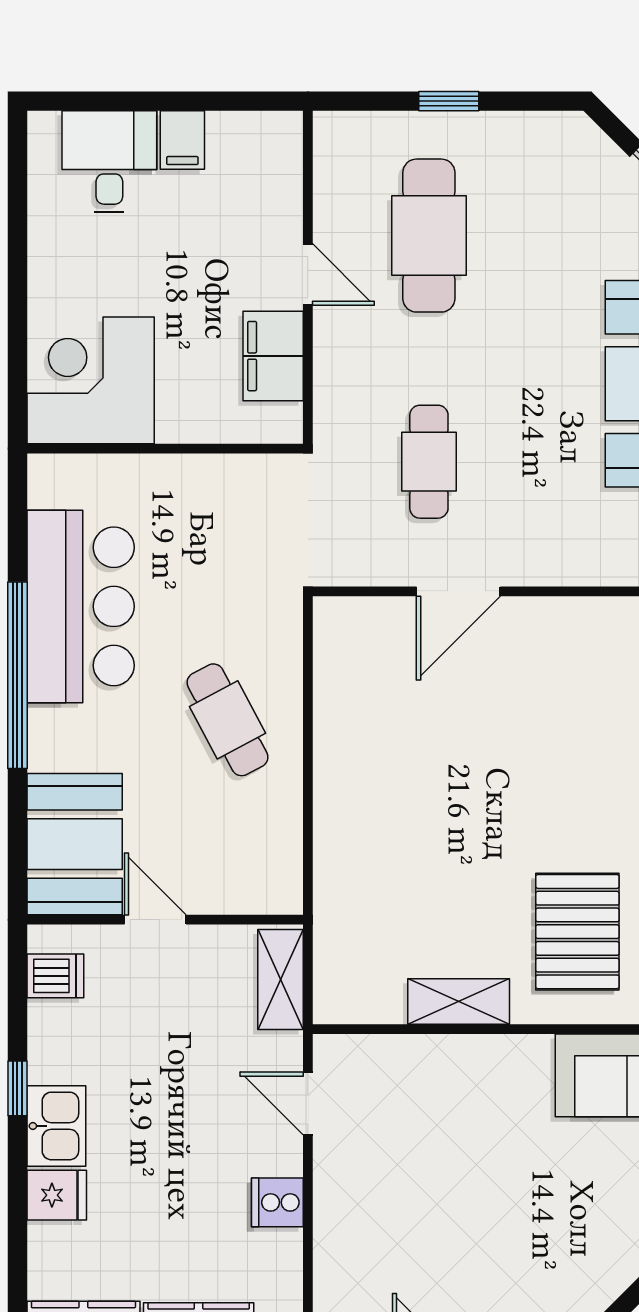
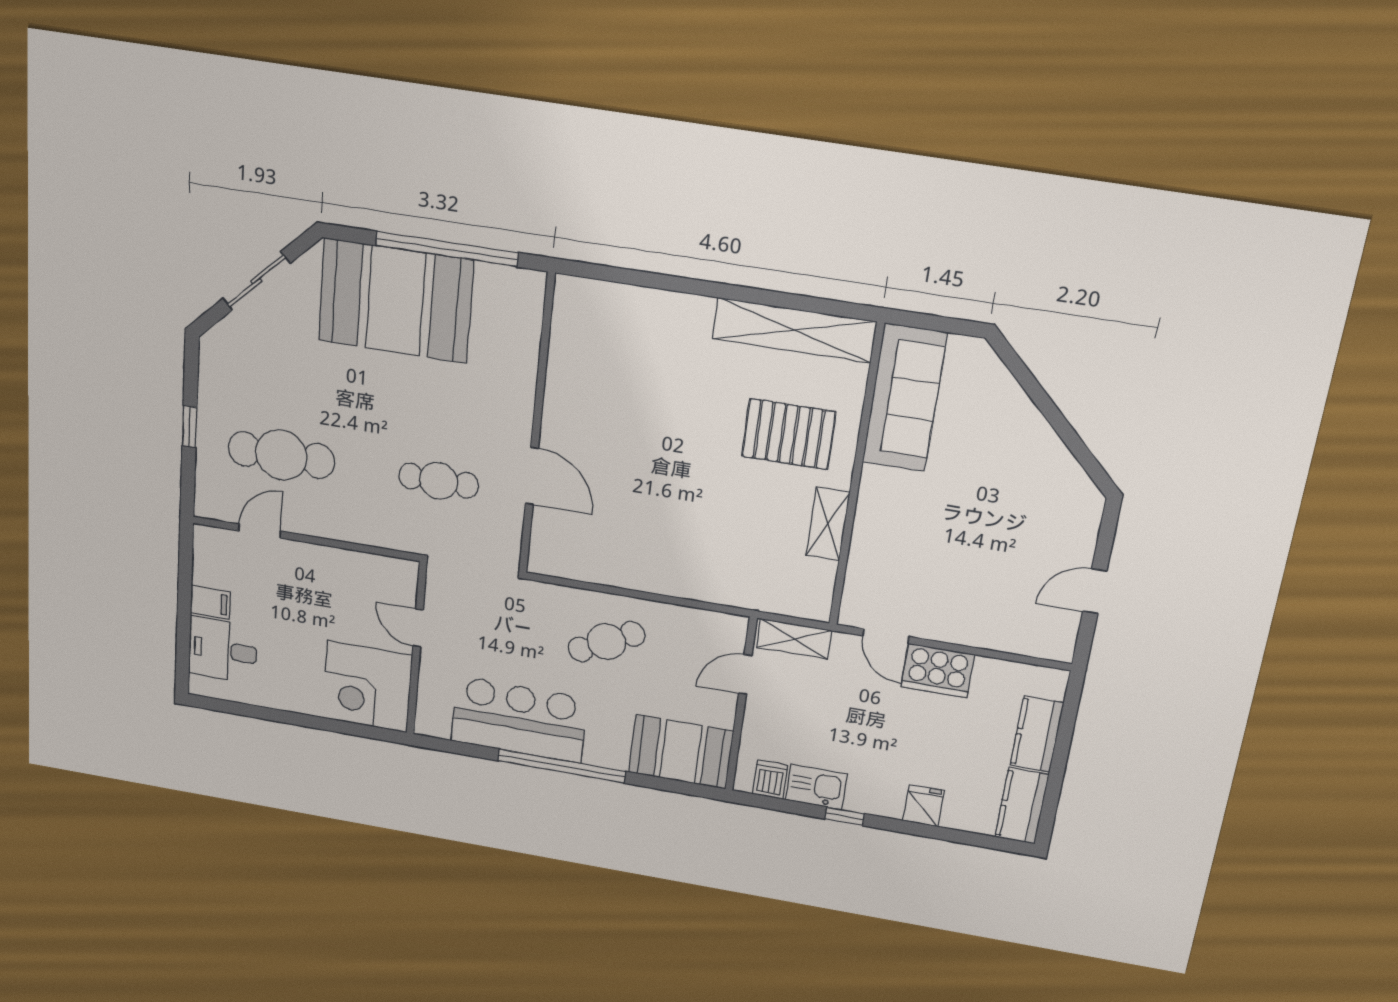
door: (308, 275) -> (260, 531), moved
filing cabinet: (273, 356) -> (358, 570), removed
door: (198, 449) -> (418, 628), added
door: (155, 920) -> (745, 674), moved
door: (308, 1103) -> (886, 636), hinge flipped
kitchen sink: (56, 1126) -> (816, 787), moved
cooker: (277, 1202) -> (938, 671), width x1.87, depth x1.31

